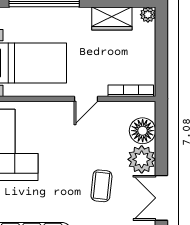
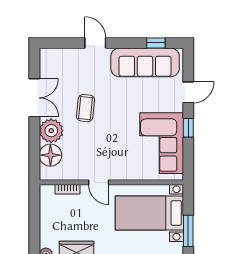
bookcase: (131, 91) -> (67, 189), width x0.64
door: (86, 99) -> (99, 182), swing flipped

